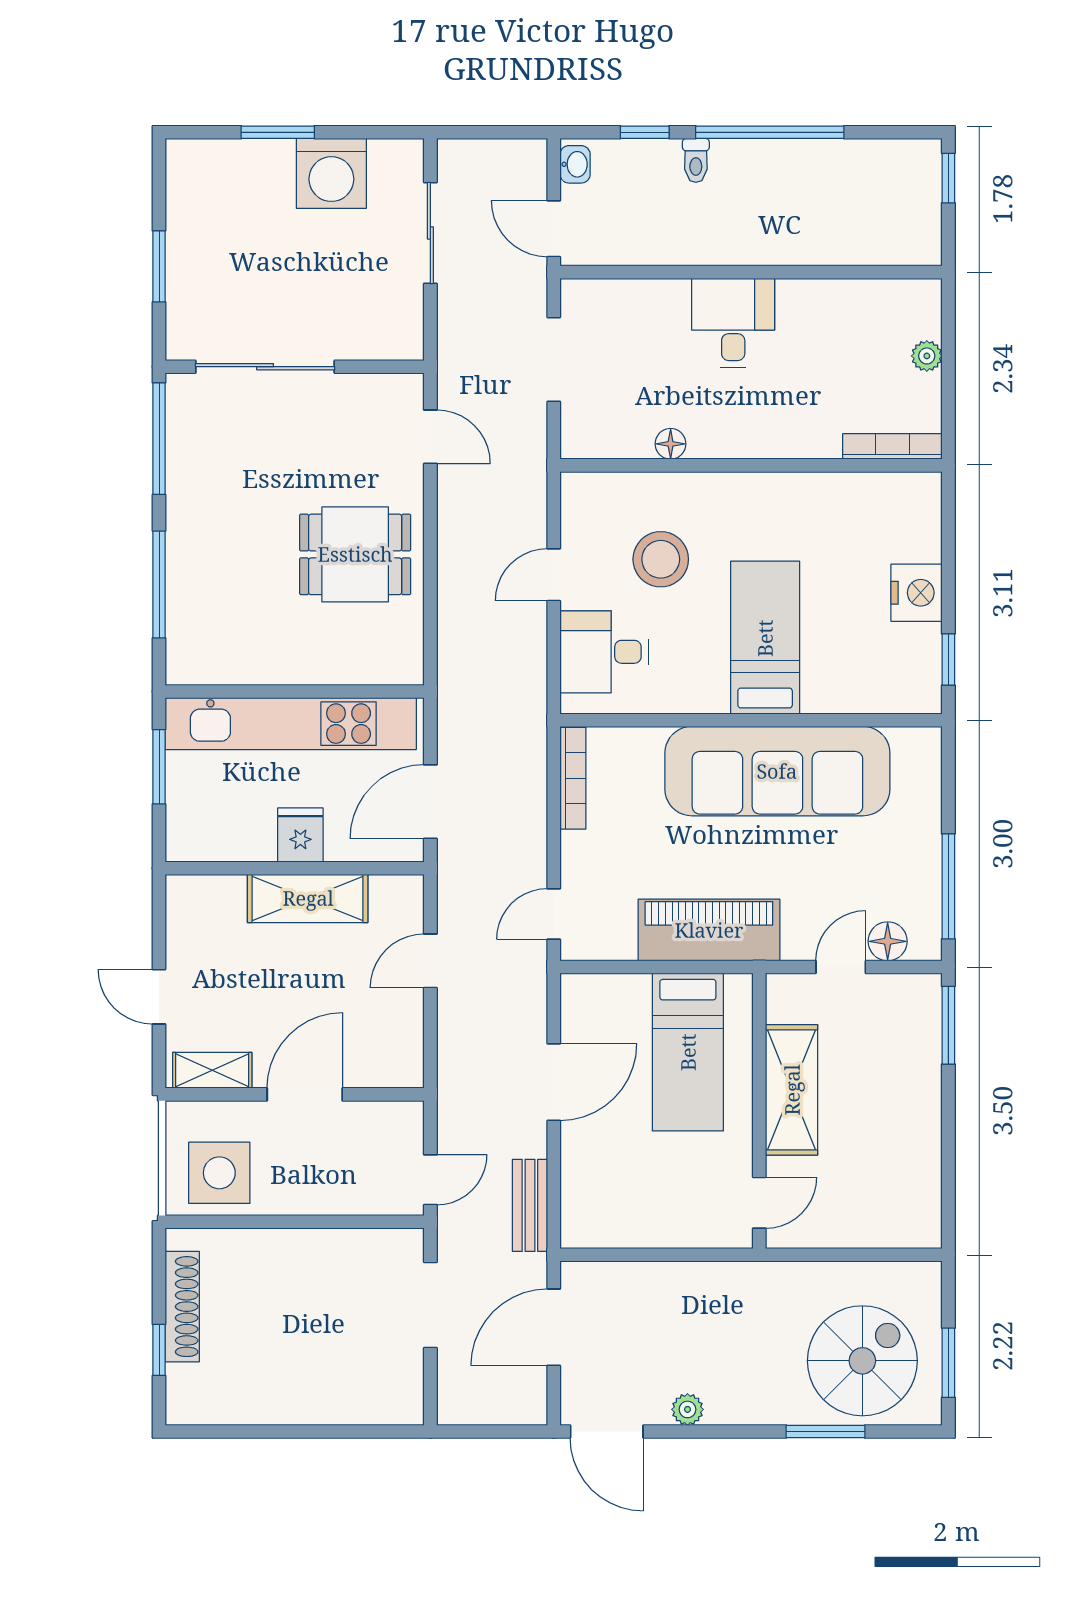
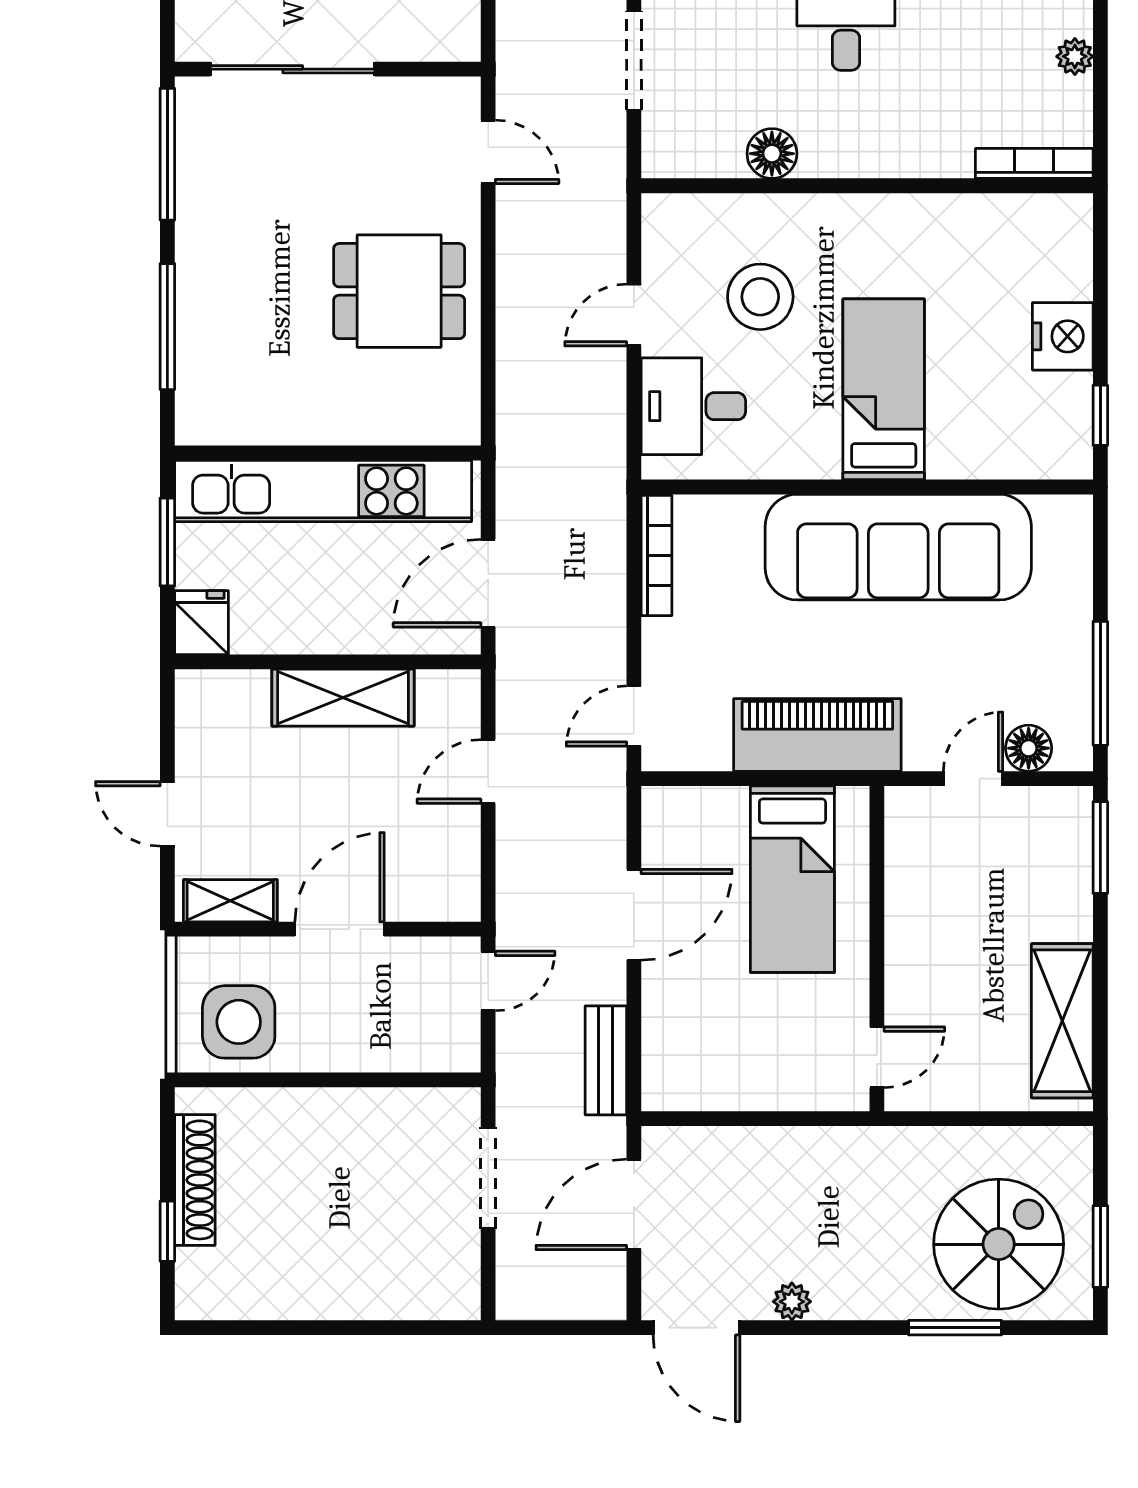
floor lamp: (671, 444) -> (772, 154), width x1.37, depth x1.37
fridge: (300, 835) -> (202, 623), moved
shelving: (792, 1090) -> (1062, 1021), moved
door: (430, 1180) -> (488, 981), moved

